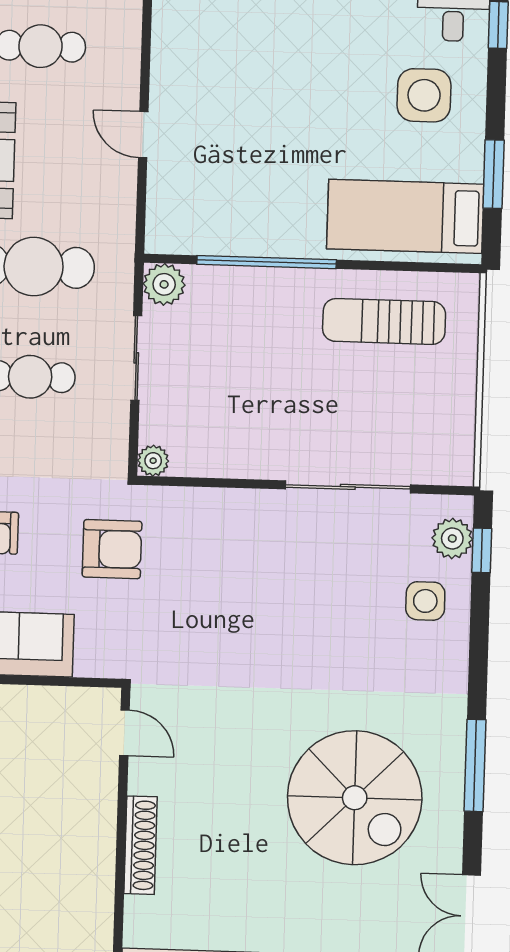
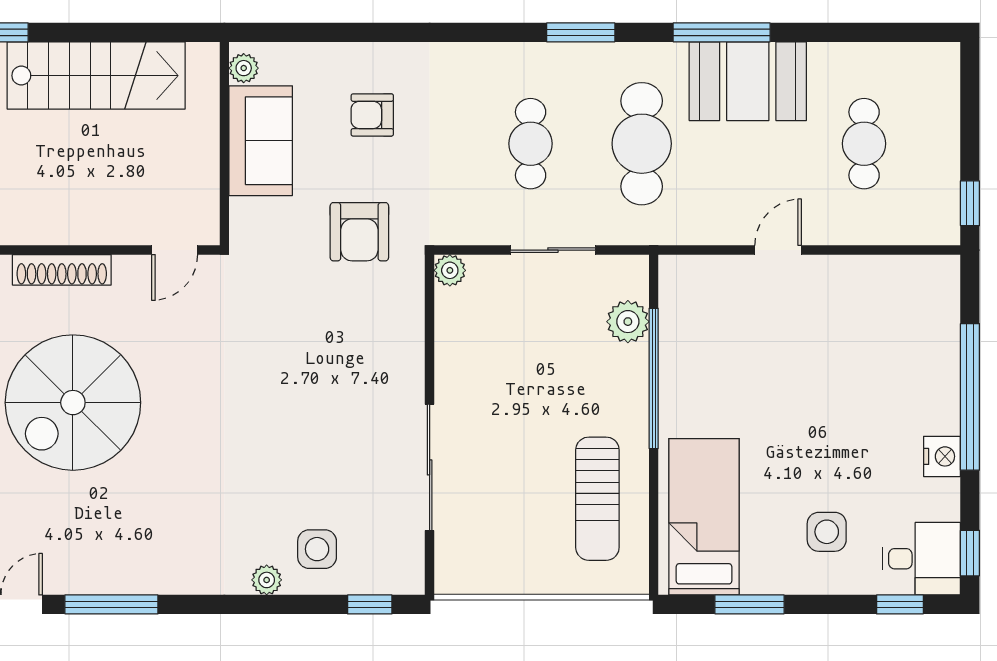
side table: (424, 95) -> (827, 532), width x0.73, depth x0.73
plant: (164, 284) -> (628, 322), moved
sun lounger: (384, 321) -> (597, 499), turned 180
plant: (452, 539) -> (267, 580), moved, width x0.73, depth x0.73
window: (475, 765) -> (111, 604), moved
spiral stairs: (355, 798) -> (73, 403), moved

